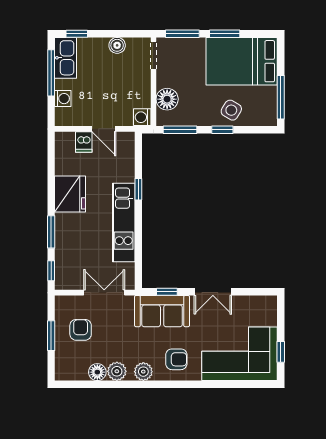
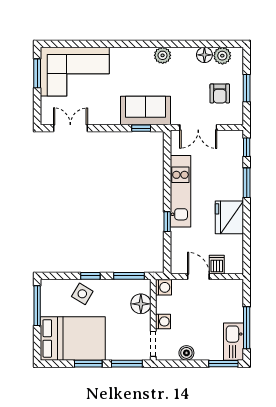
window: (77, 34) -> (223, 364), width x1.50
washing machine: (63, 99) -> (163, 321), moved, turned 180
double door: (213, 292) -> (70, 128), moved
window: (281, 352) -> (37, 73), width x1.50
armchair: (176, 359) -> (132, 67), removed
plant: (117, 371) -> (222, 56), moved

